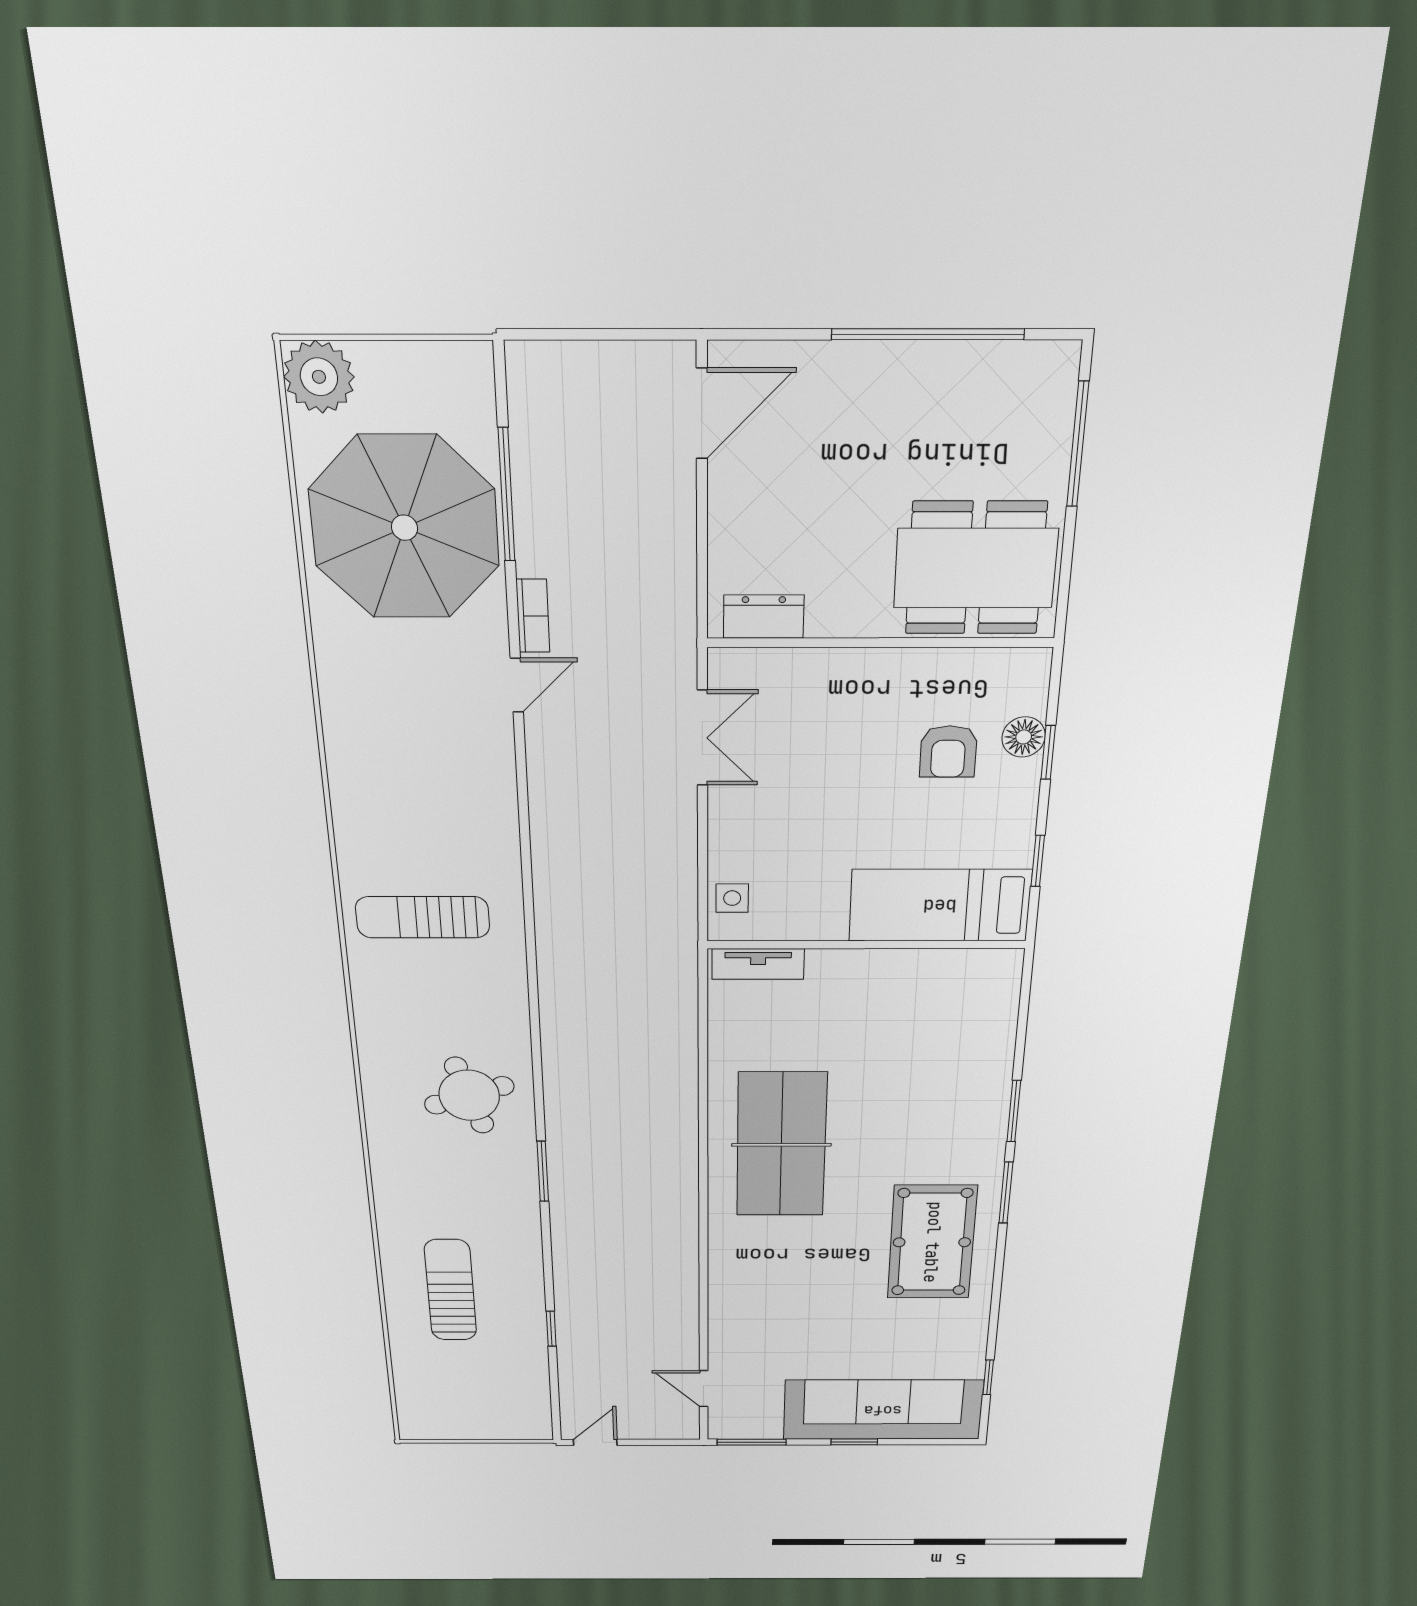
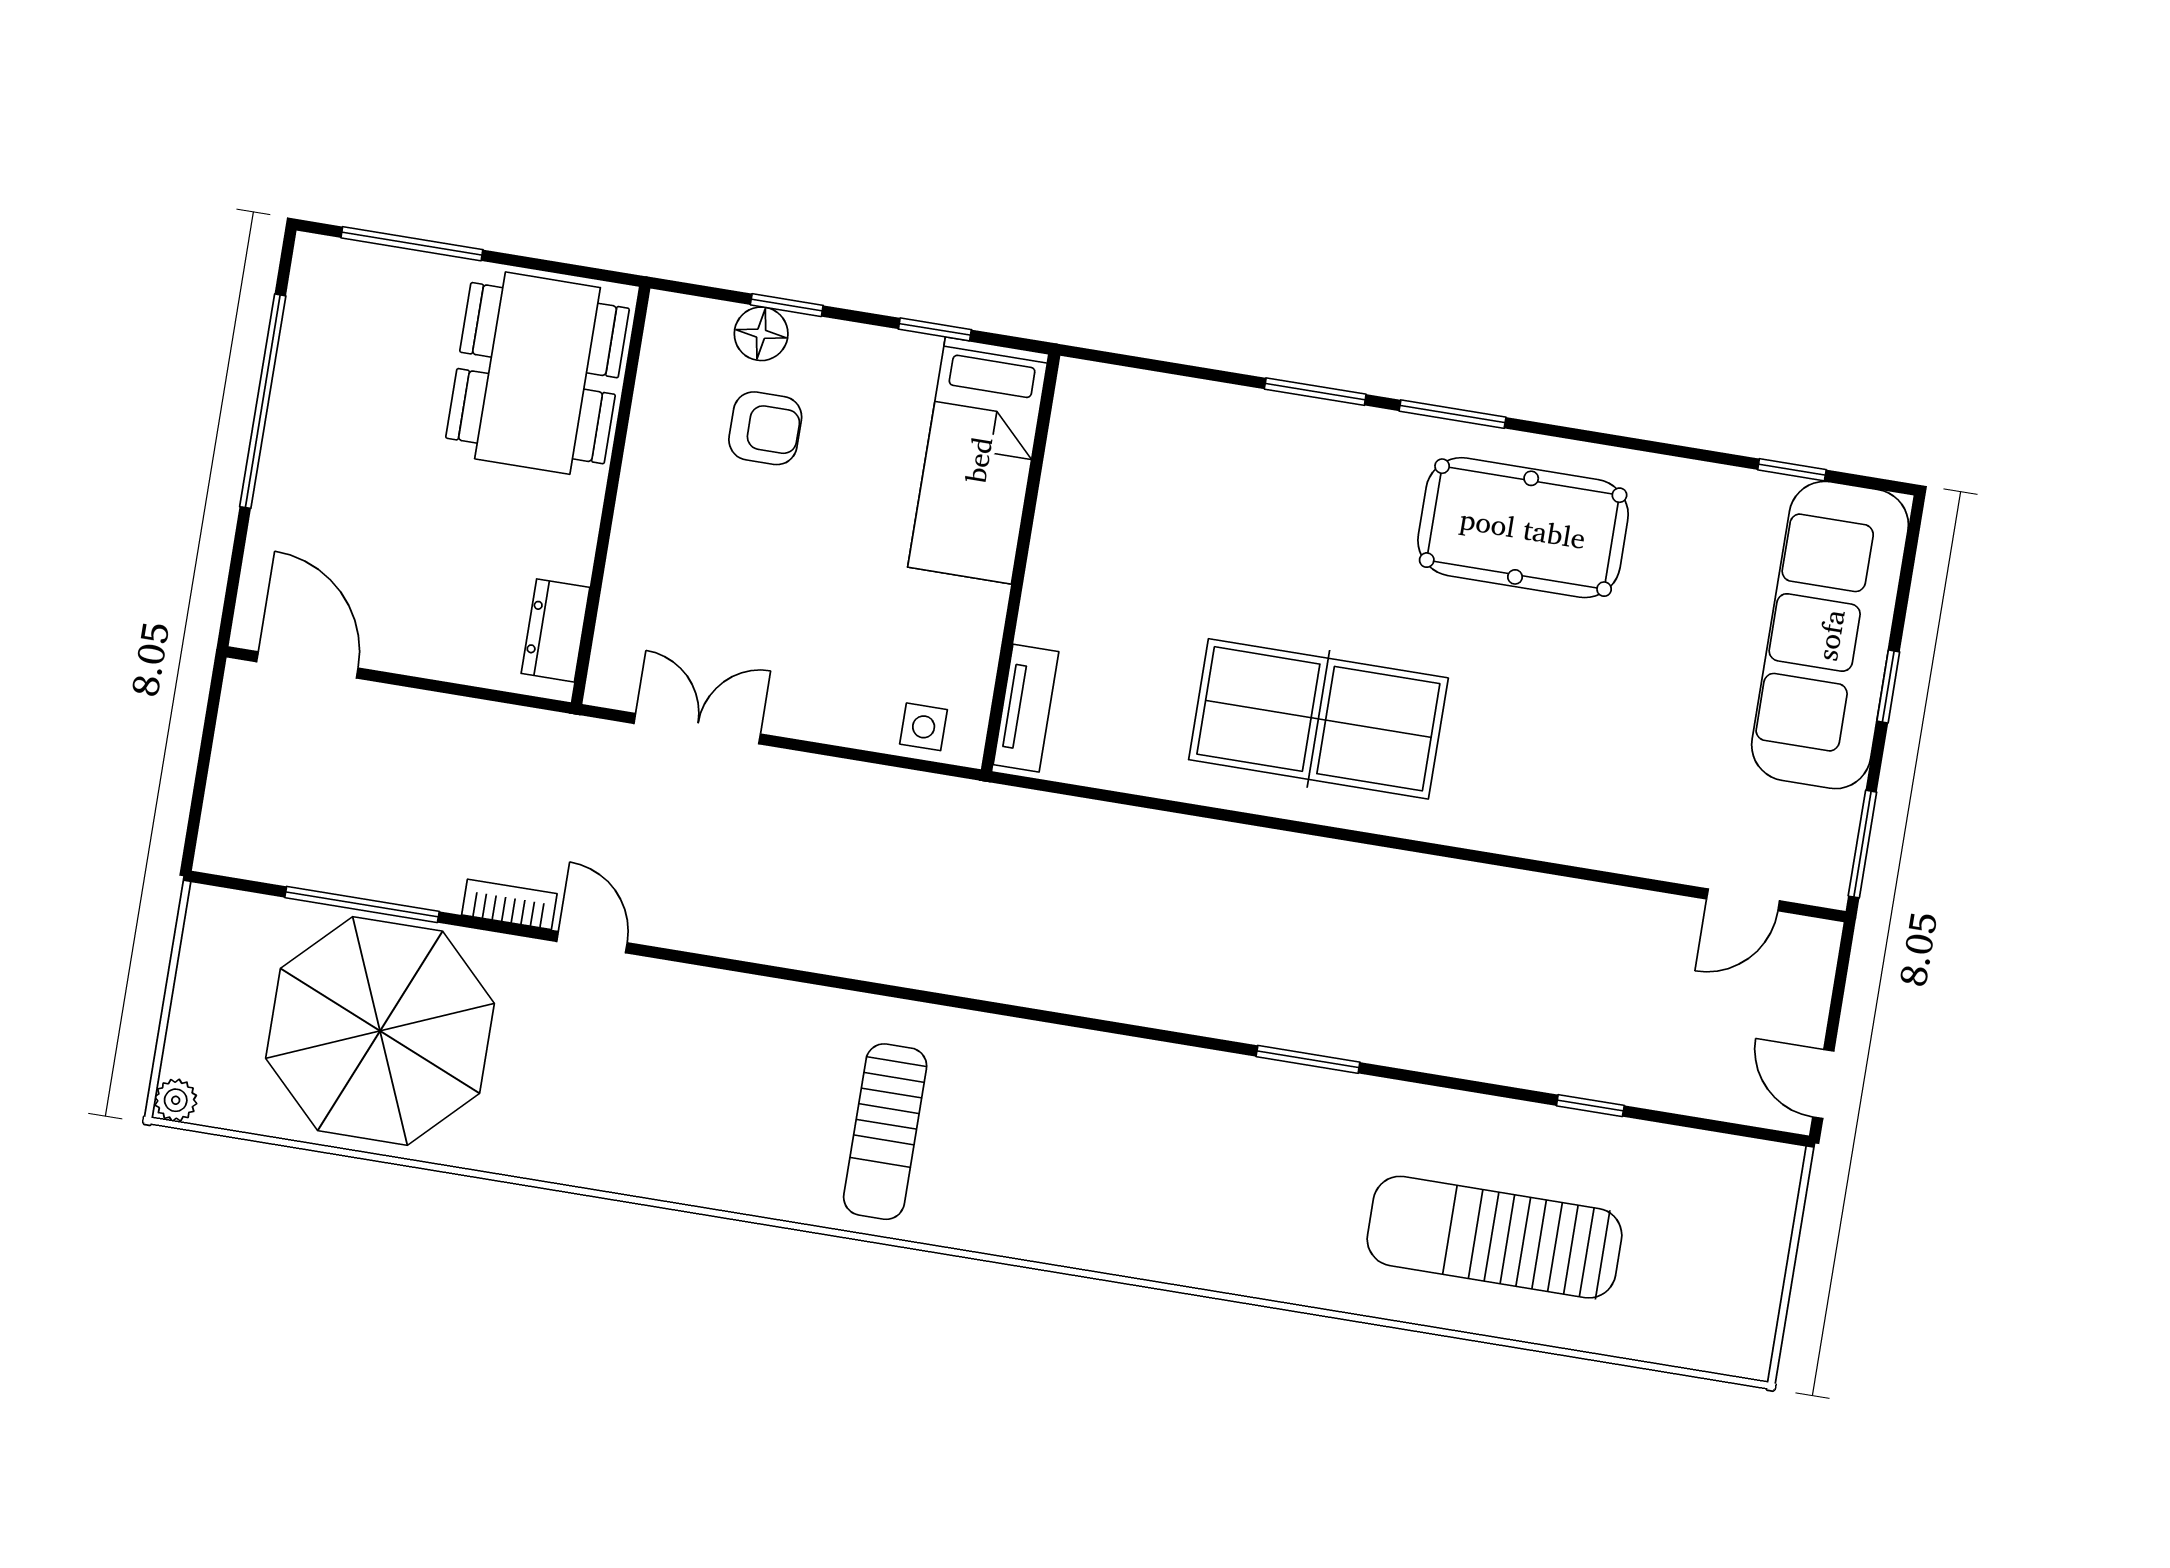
plant: (319, 377) -> (176, 1100), width x0.53, depth x0.53
round table: (469, 1095) -> (1166, 1133), removed
sun lounger: (450, 1290) -> (1494, 1237), width x1.36, depth x1.34

